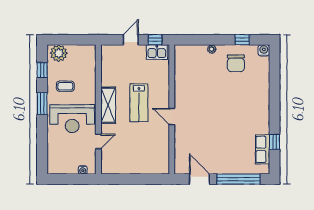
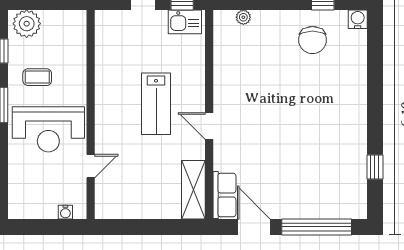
plant: (212, 49) -> (243, 17), moved
shelving: (108, 105) -> (193, 190), moved
row of seats: (263, 149) -> (224, 195), moved, turned 180

